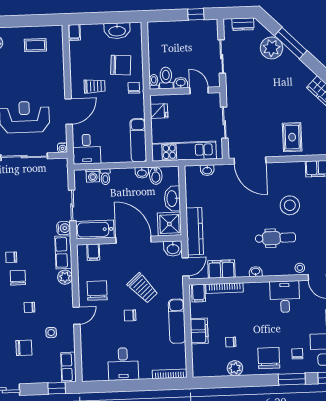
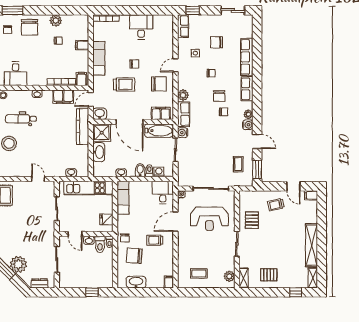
window: (196, 14) -> (92, 292), moved
door: (250, 160) -> (38, 179), width x0.53
bidet: (156, 176) -> (140, 170), moved
filing cabinet: (93, 252) -> (161, 113), width x2.00
trolley: (143, 288) -> (124, 84), turned 132
chair: (97, 291) -> (159, 84), turned -90
filing cabinet: (199, 331) -> (82, 45), width x0.50

